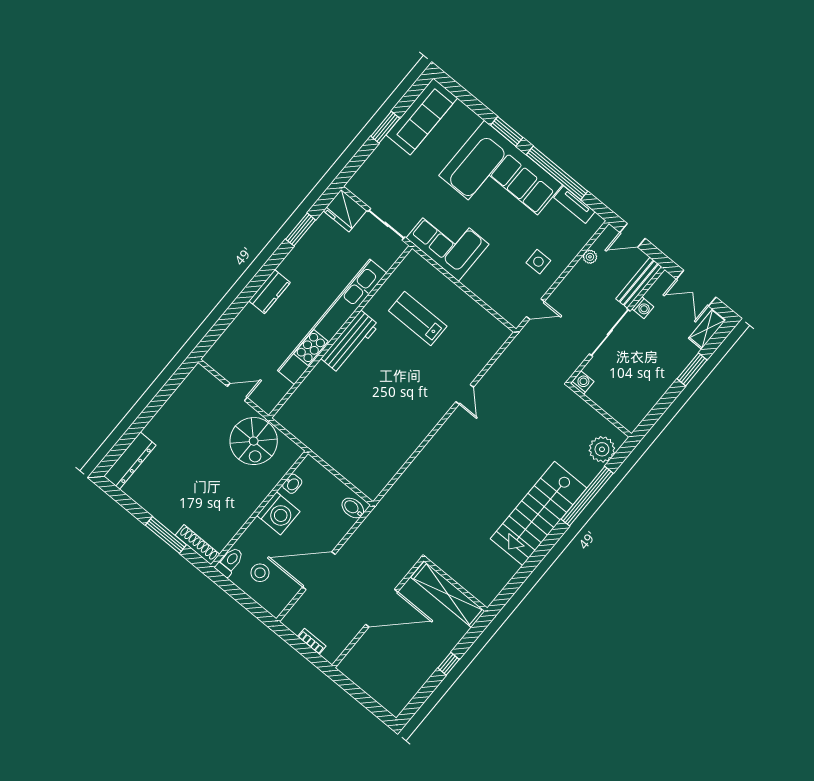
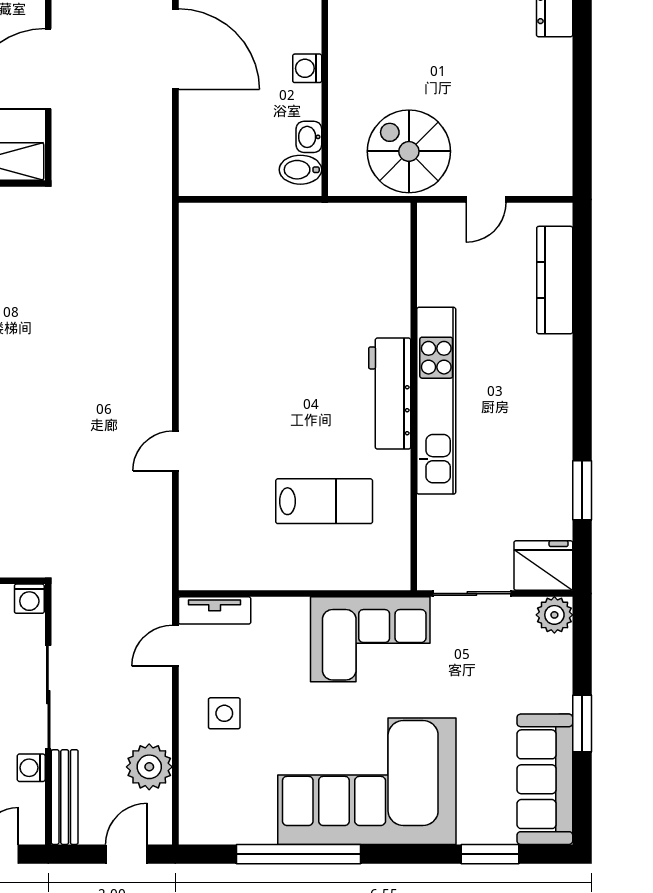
window: (507, 131) -> (490, 854), moved
plant: (358, 185) -> (554, 615), added
tv unit: (574, 205) -> (215, 610), moved, turned 180
plant: (590, 257) -> (149, 767), width x1.88, depth x1.88
kitchen counter: (269, 292) -> (555, 280), moved, width x1.50
kitchen unit: (332, 322) -> (436, 401), width x0.73
door: (465, 394) -> (175, 451), hinge flipped
bidet: (353, 508) -> (300, 170), moved, turned 180
washing machine: (278, 513) -> (307, 68), width x0.53, depth x0.53
door: (319, 571) -> (175, 49), hinge flipped

